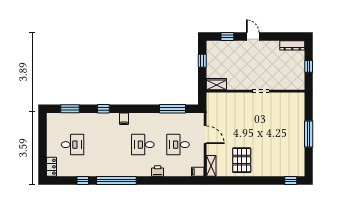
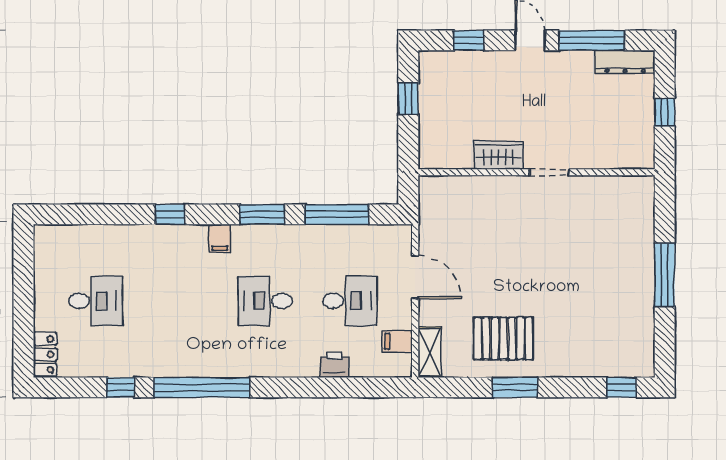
window: (278, 36) -> (592, 40), added
wardrobe: (216, 84) -> (499, 155), moved
window: (70, 109) -> (262, 214), moved
desk: (178, 145) -> (350, 301), turned 180
pallet: (242, 160) -> (503, 338), turned 90
printer: (158, 171) -> (334, 365), moved
filing cabinet: (198, 172) -> (397, 341), moved
window: (246, 181) -> (515, 387), added

